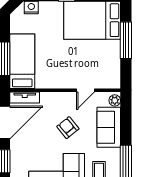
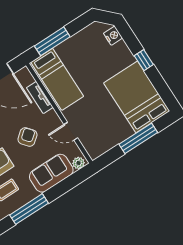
bed: (22, 61) -> (57, 79), moved, turned 90
tv unit: (25, 97) -> (40, 97), moved

